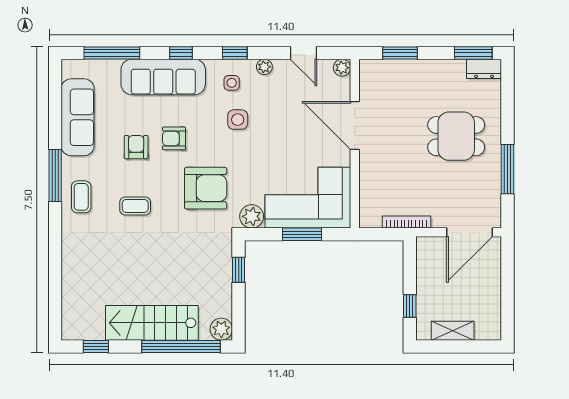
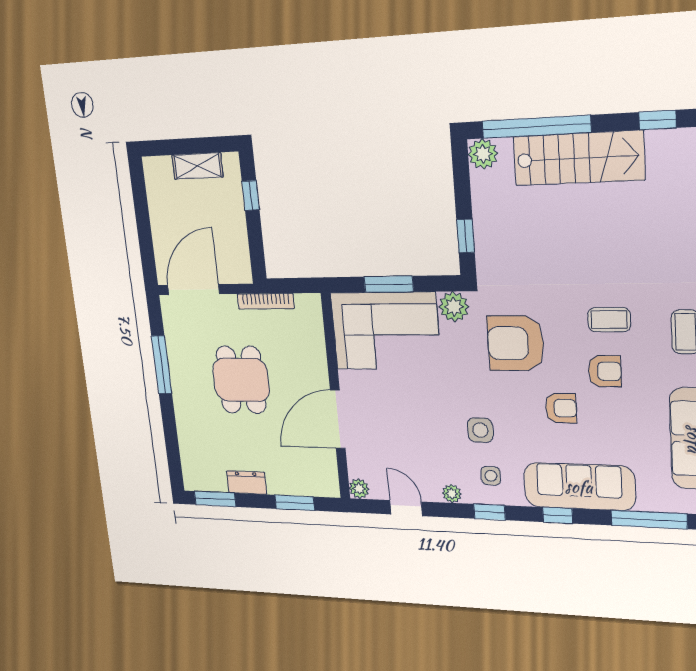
dresser: (484, 69) -> (247, 482), moved
door: (355, 126) -> (338, 419), swing flipped
dining table: (456, 136) -> (241, 380), moved, turned 90
armchair: (136, 147) -> (605, 371), moved, turned -90

